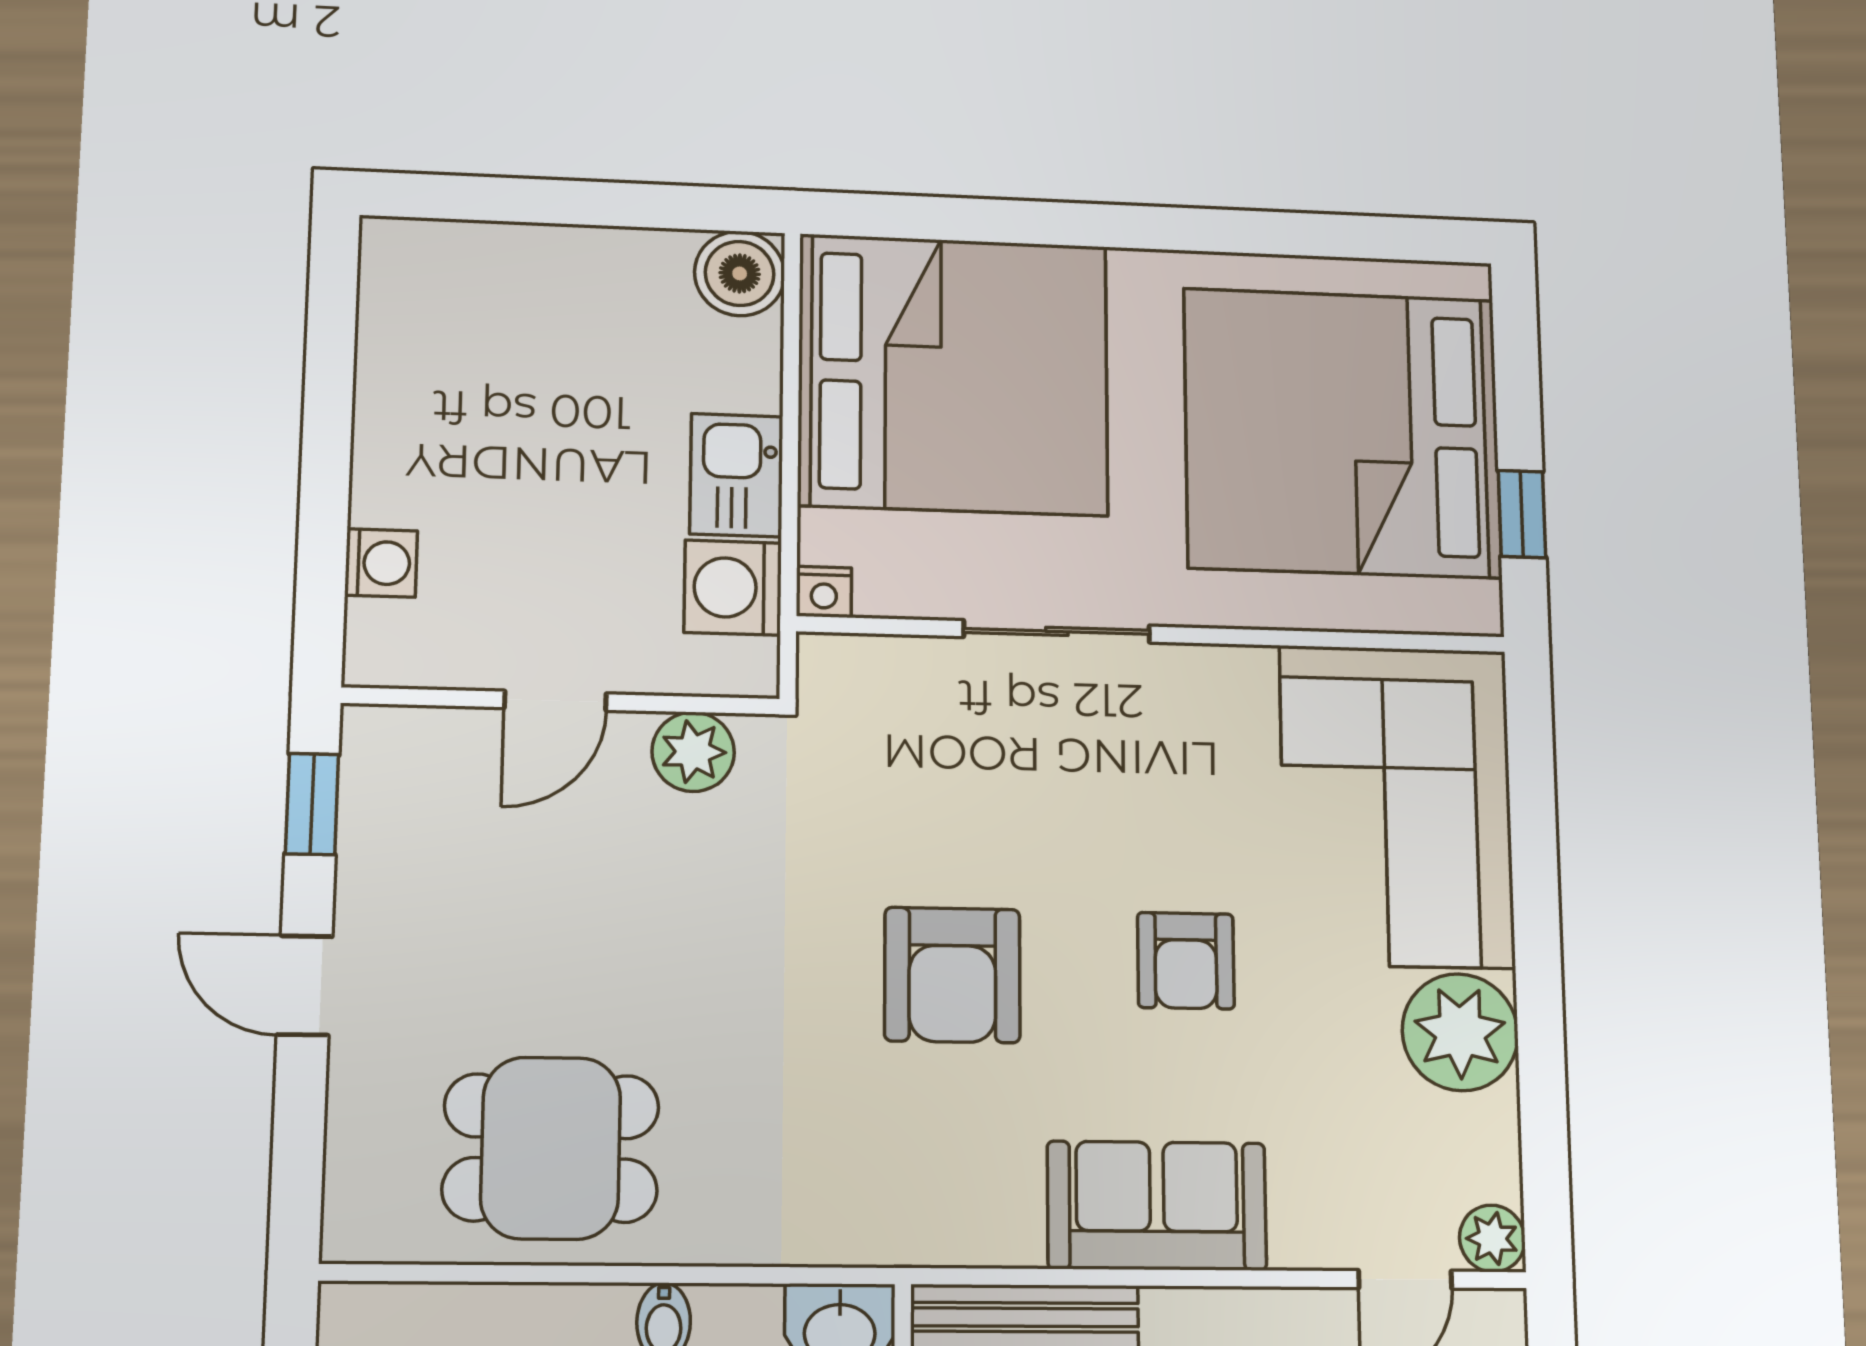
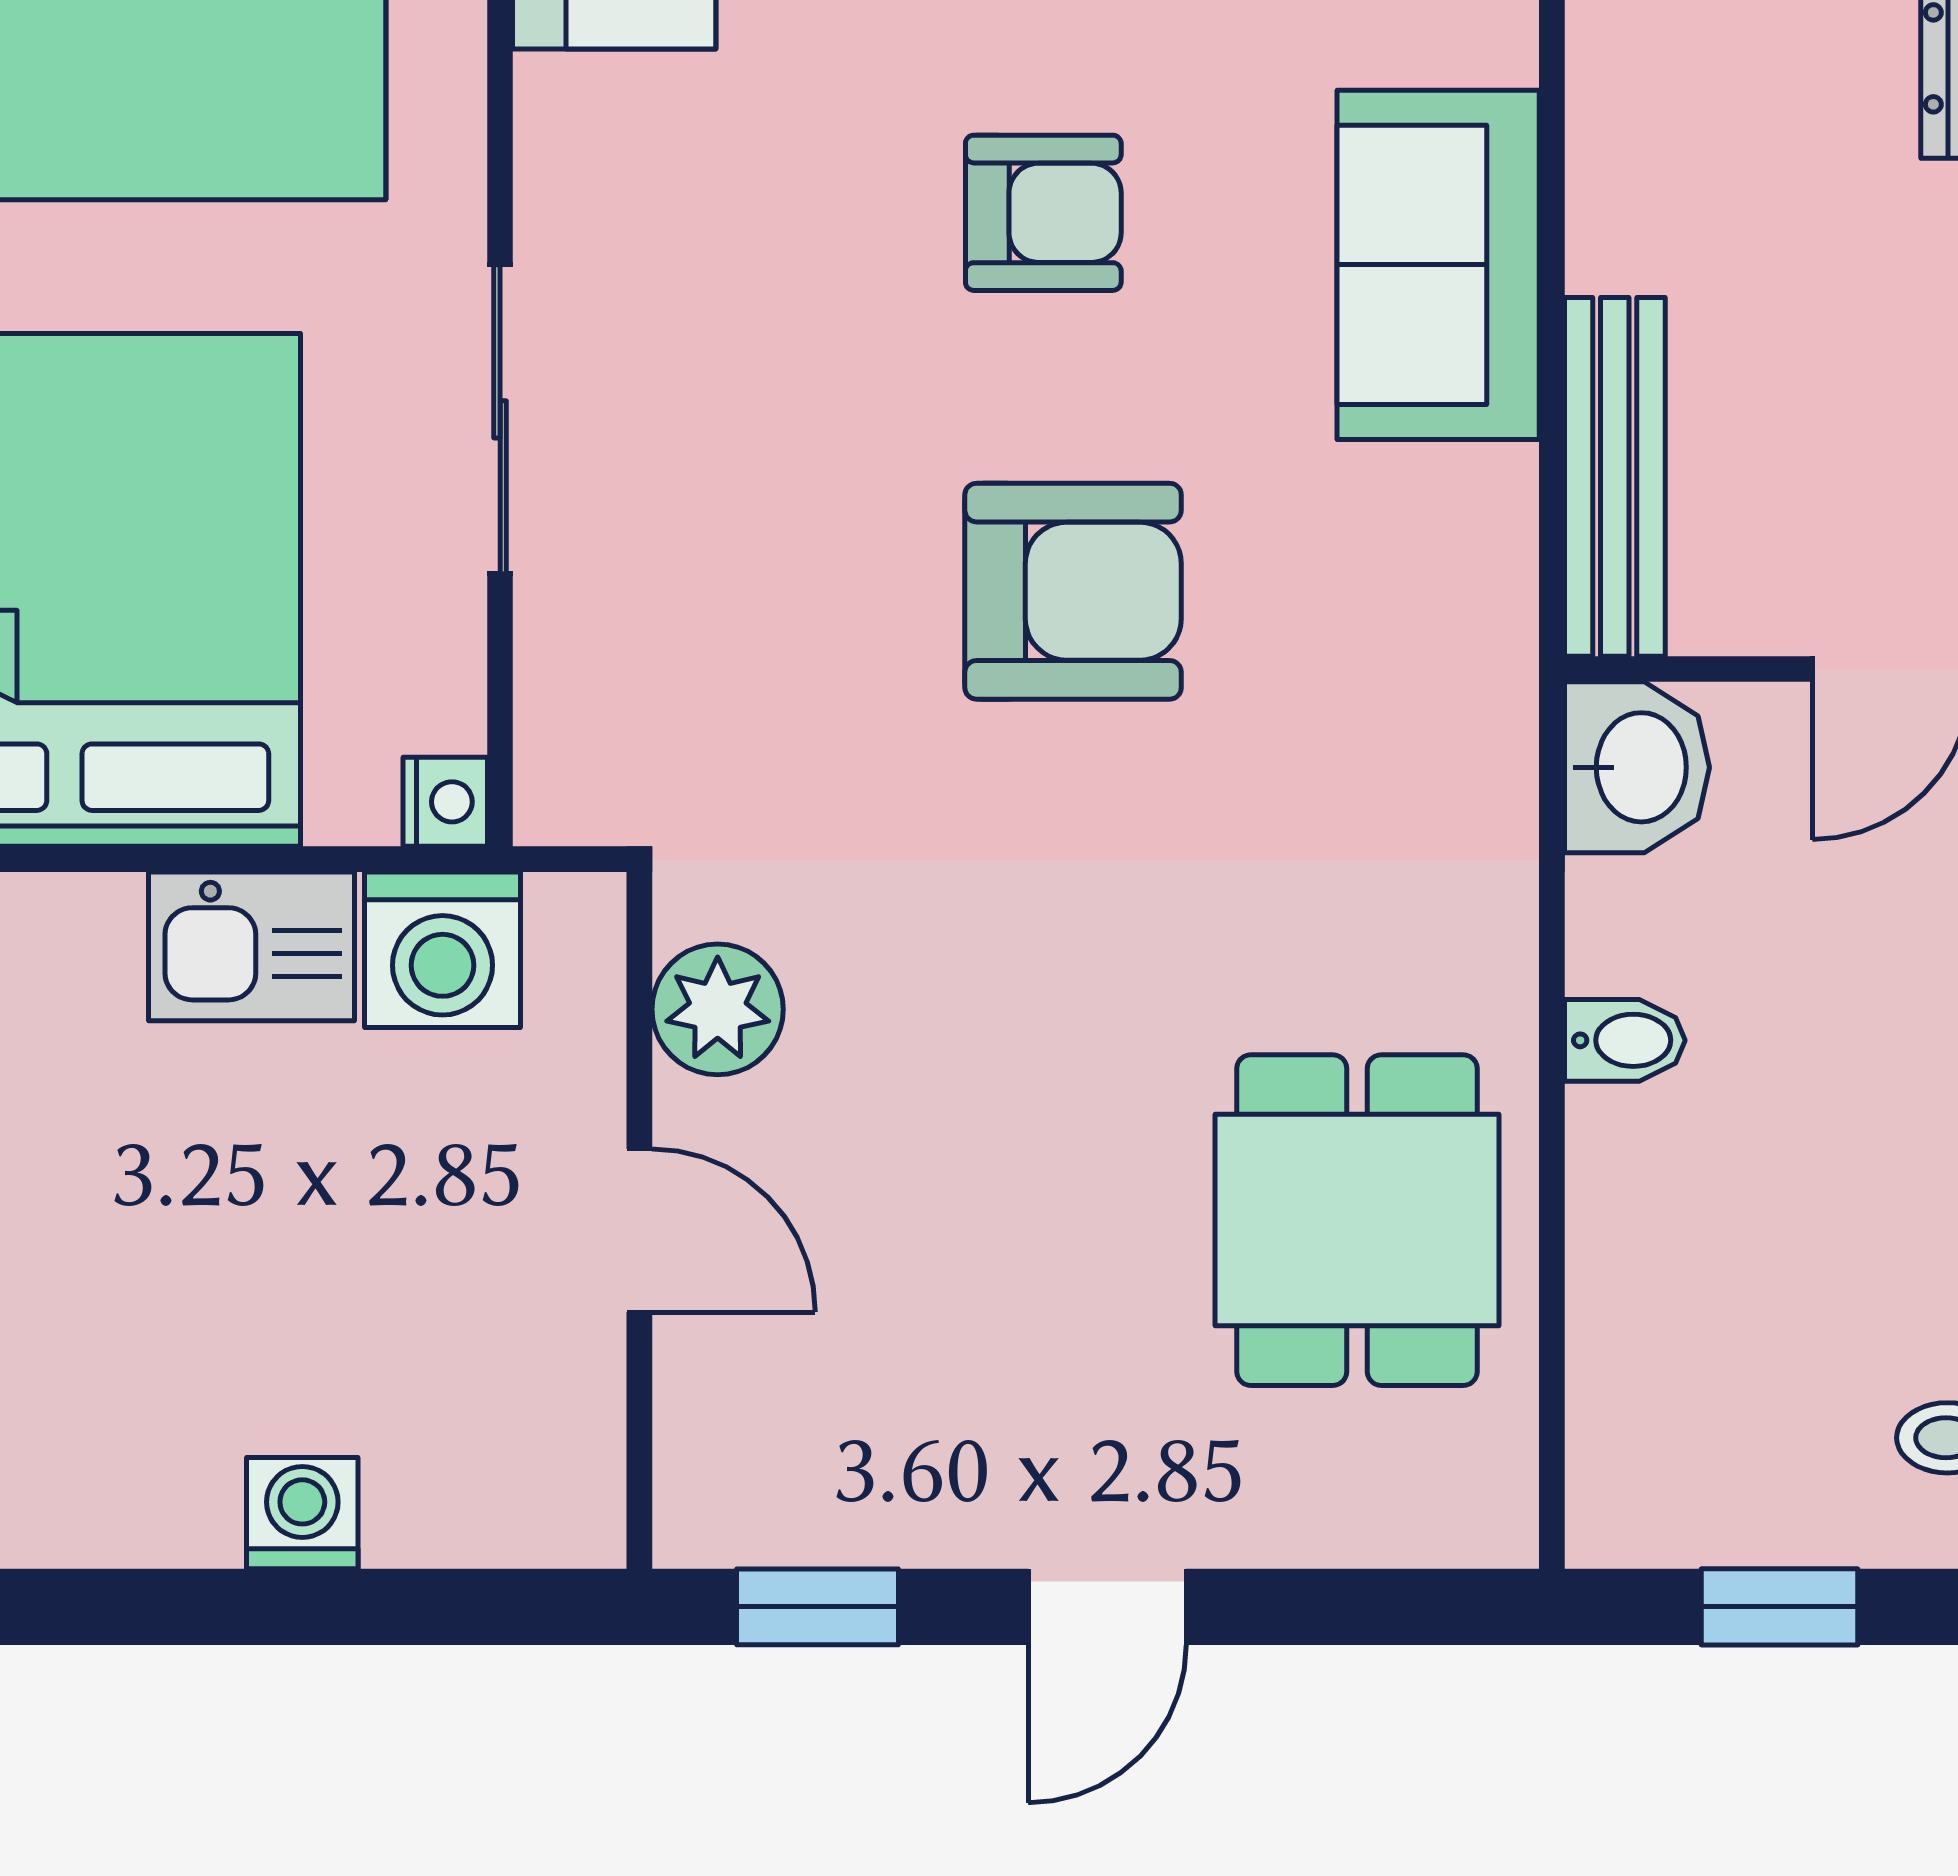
washing machine: (381, 563) -> (302, 1513), moved

